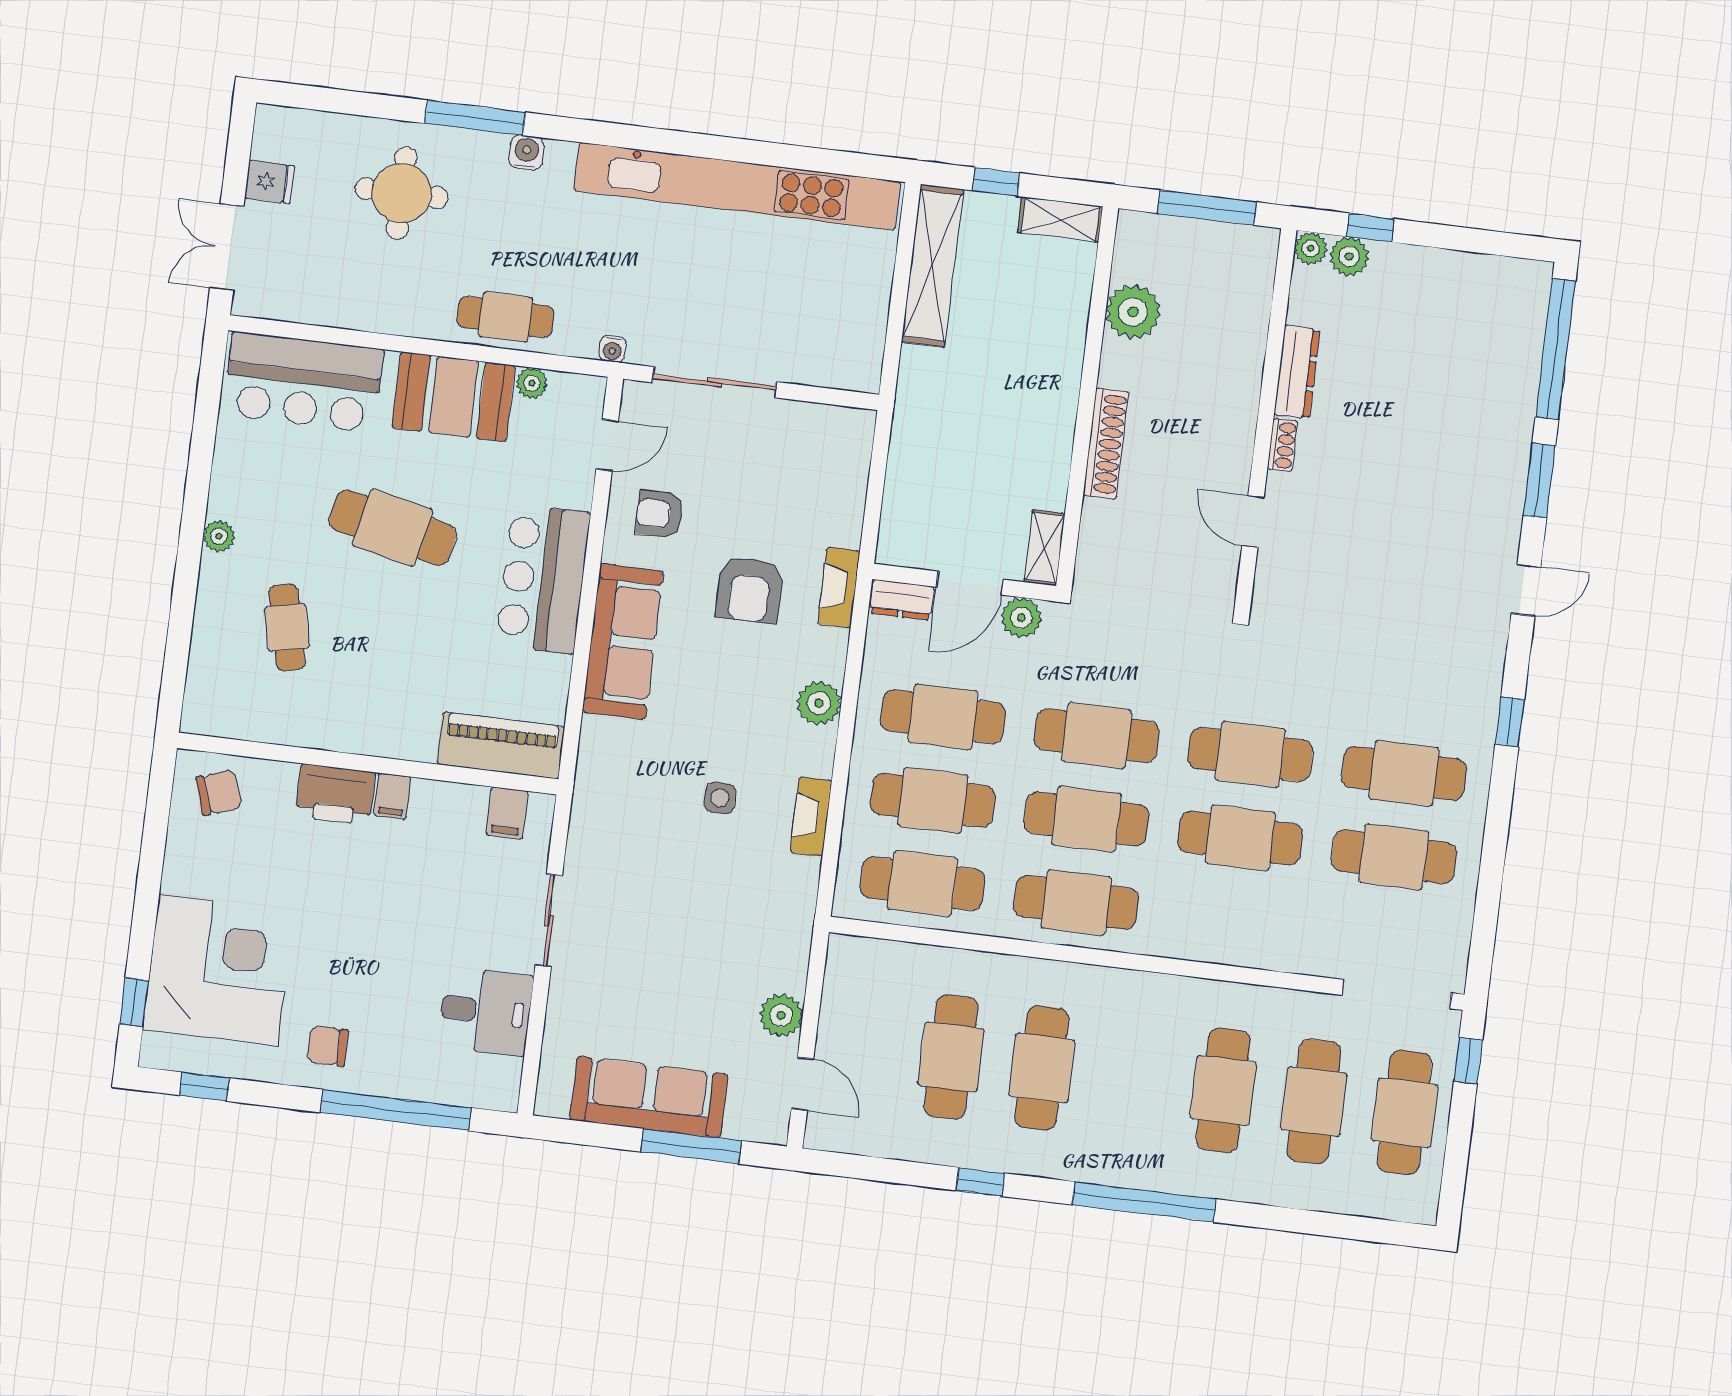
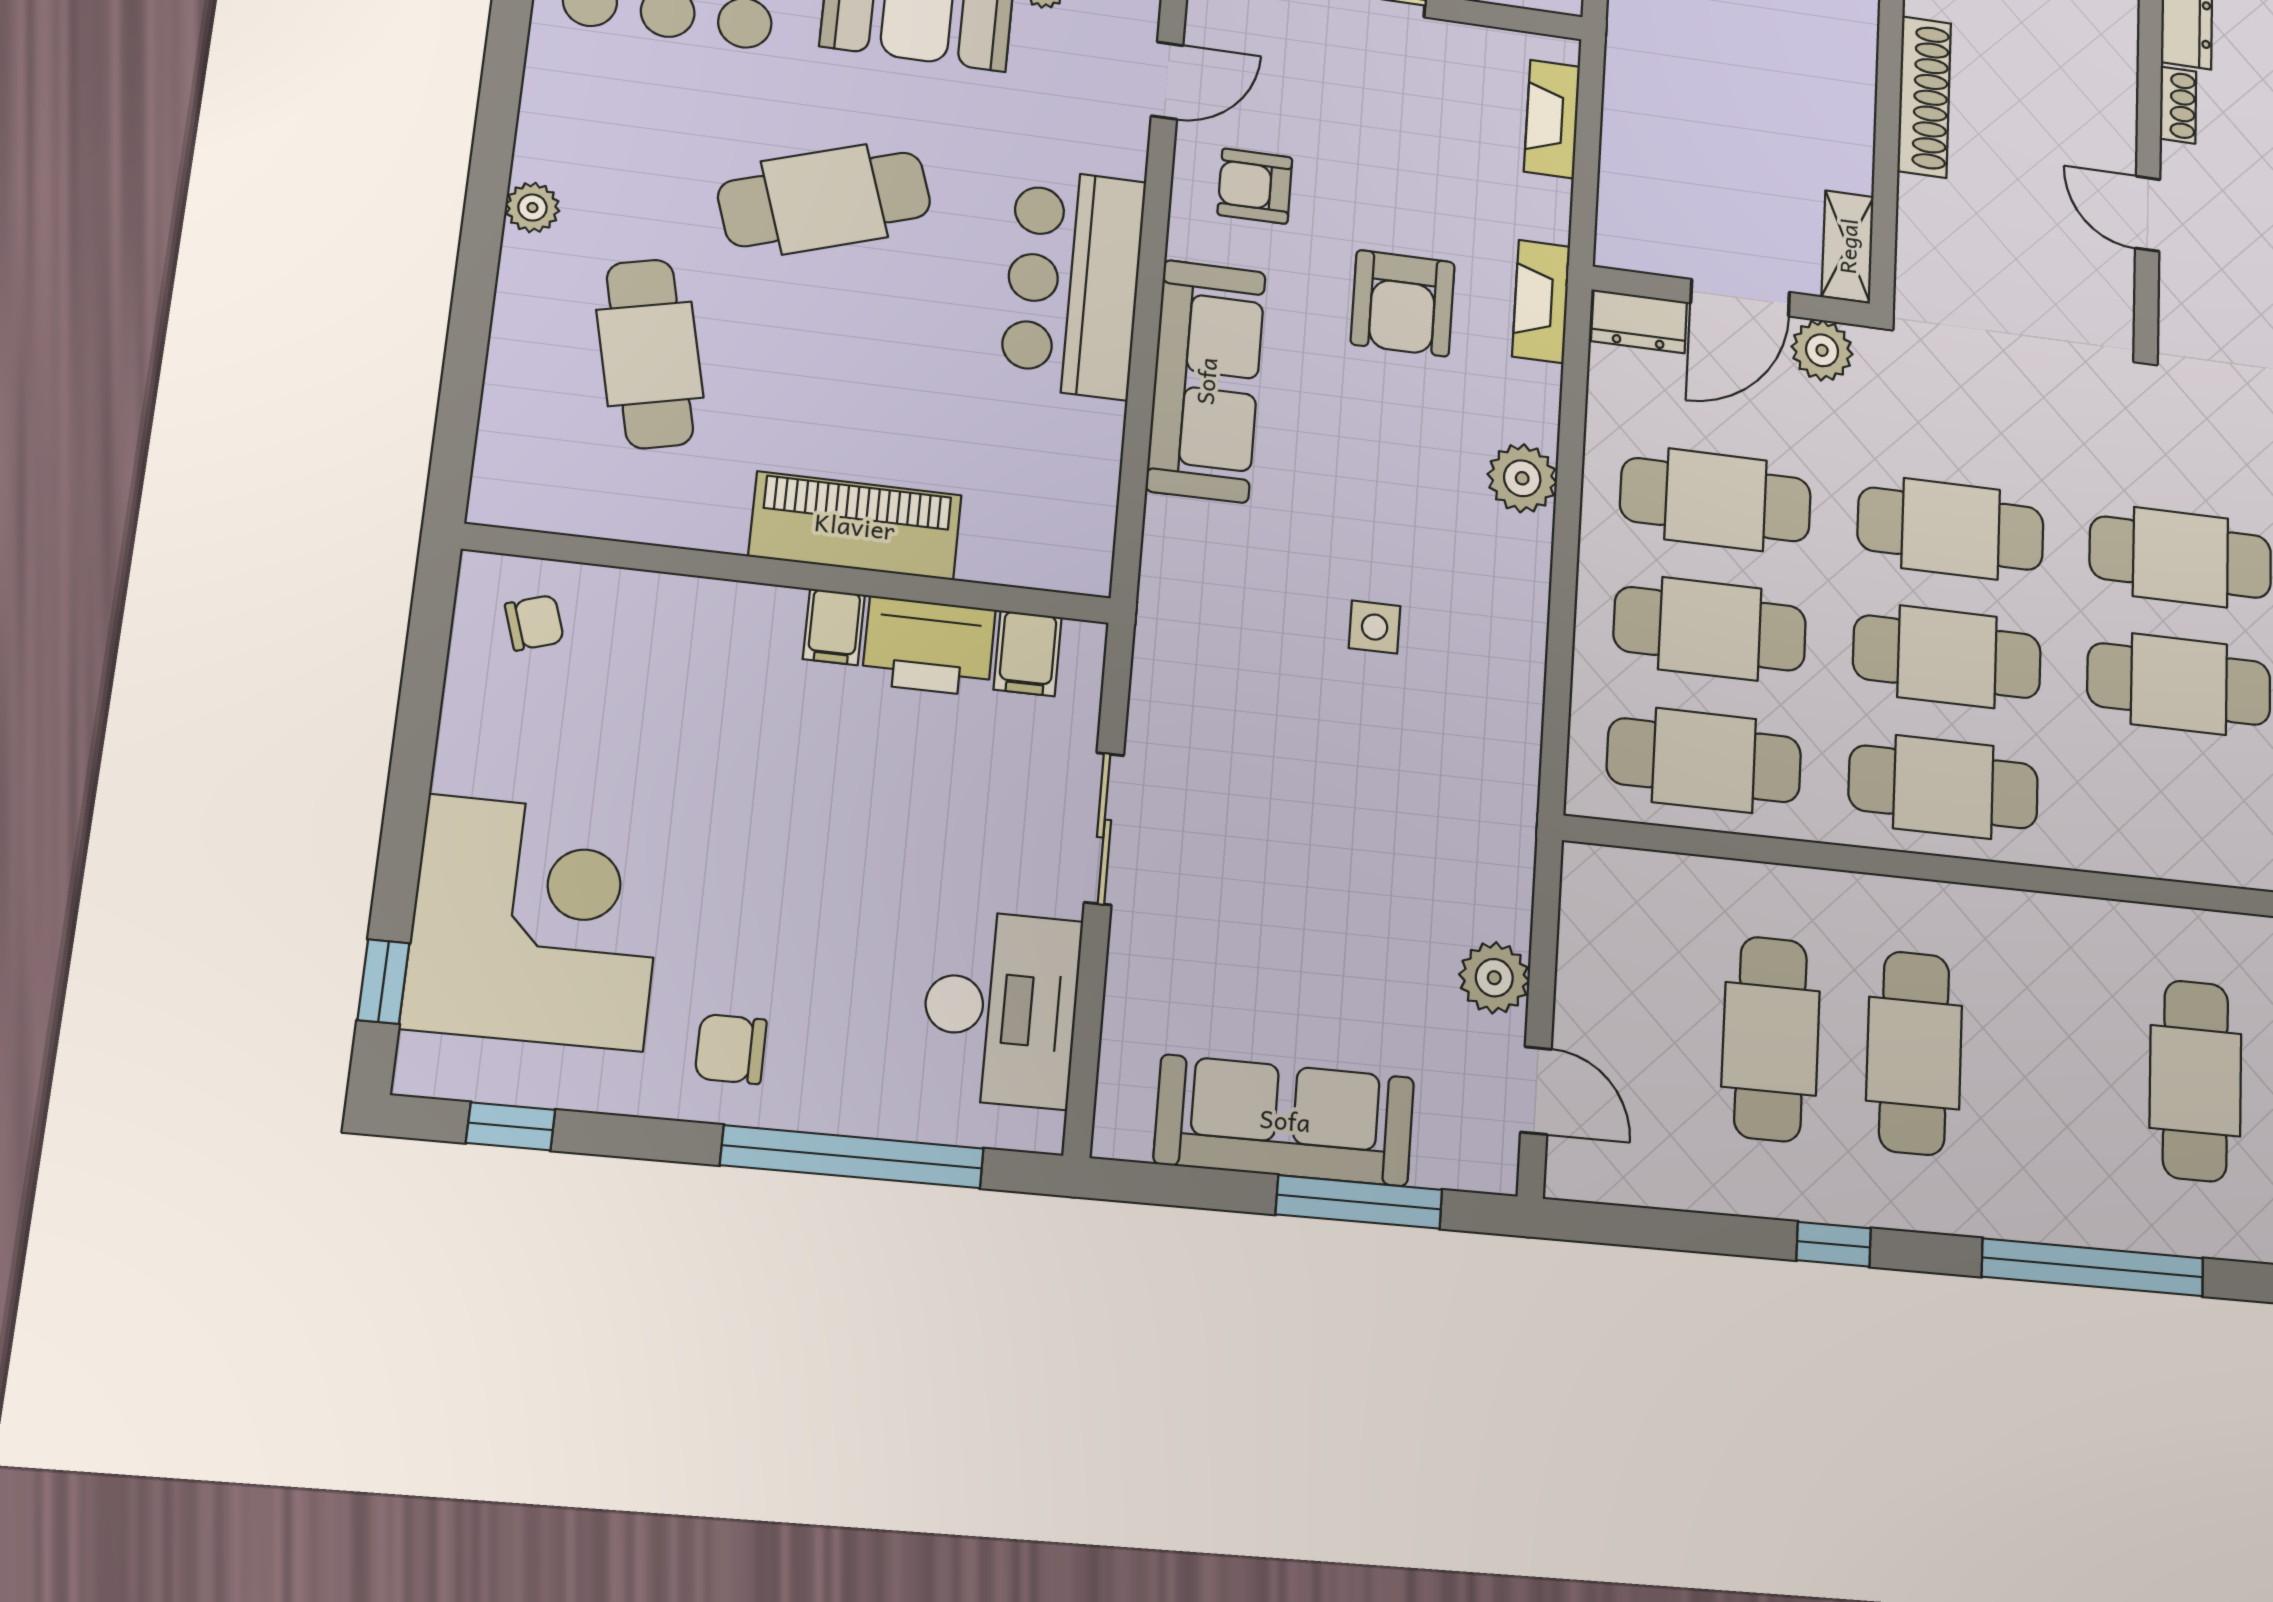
cafe table: (393, 528) -> (824, 199), turned -30
cafe table: (287, 627) -> (650, 354), width x1.37, depth x1.35
piano: (501, 746) -> (855, 526), moved
chair: (219, 793) -> (534, 623), width x0.73, depth x0.73
printer: (335, 795) -> (929, 646), moved
fireplace: (811, 816) -> (1552, 119), moved
desk: (486, 1011) -> (1001, 1008), width x1.37

